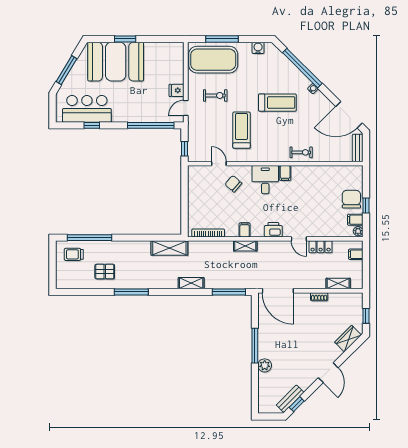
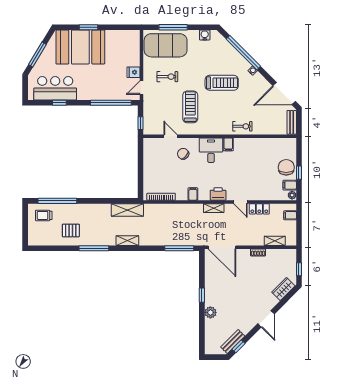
shelving: (245, 246) -> (214, 208), moved
shelving: (191, 283) -> (127, 241), moved
window: (255, 346) -> (202, 295), width x0.46

